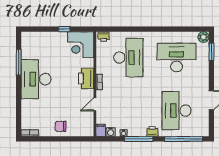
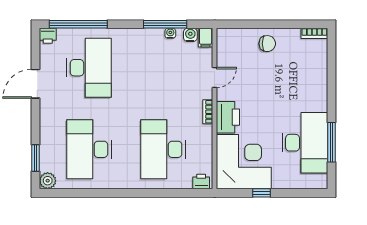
corner desk: (81, 45) -> (244, 162), width x1.36, depth x1.36
desk: (177, 57) -> (89, 149), turned 90
desk: (36, 79) -> (305, 143), moved
printer: (152, 131) -> (48, 36), moved
window: (139, 139) -> (165, 24), moved

